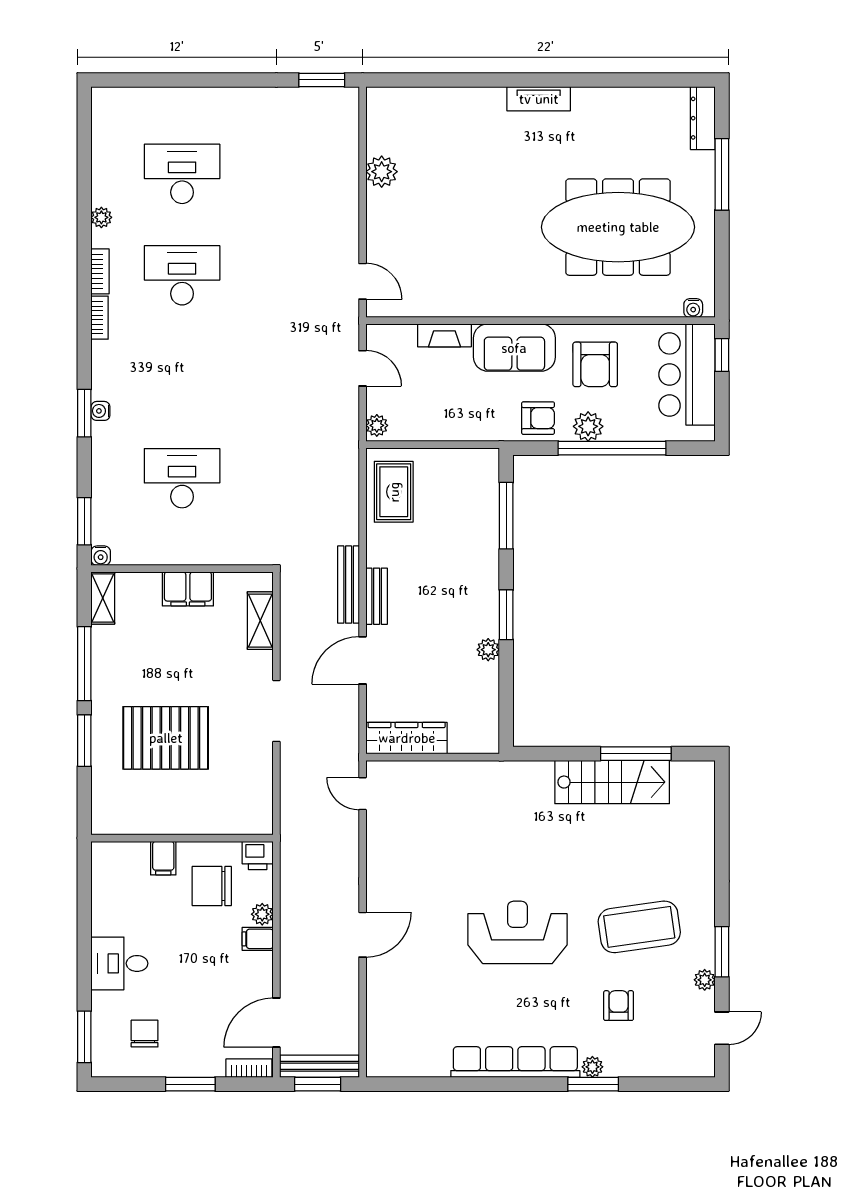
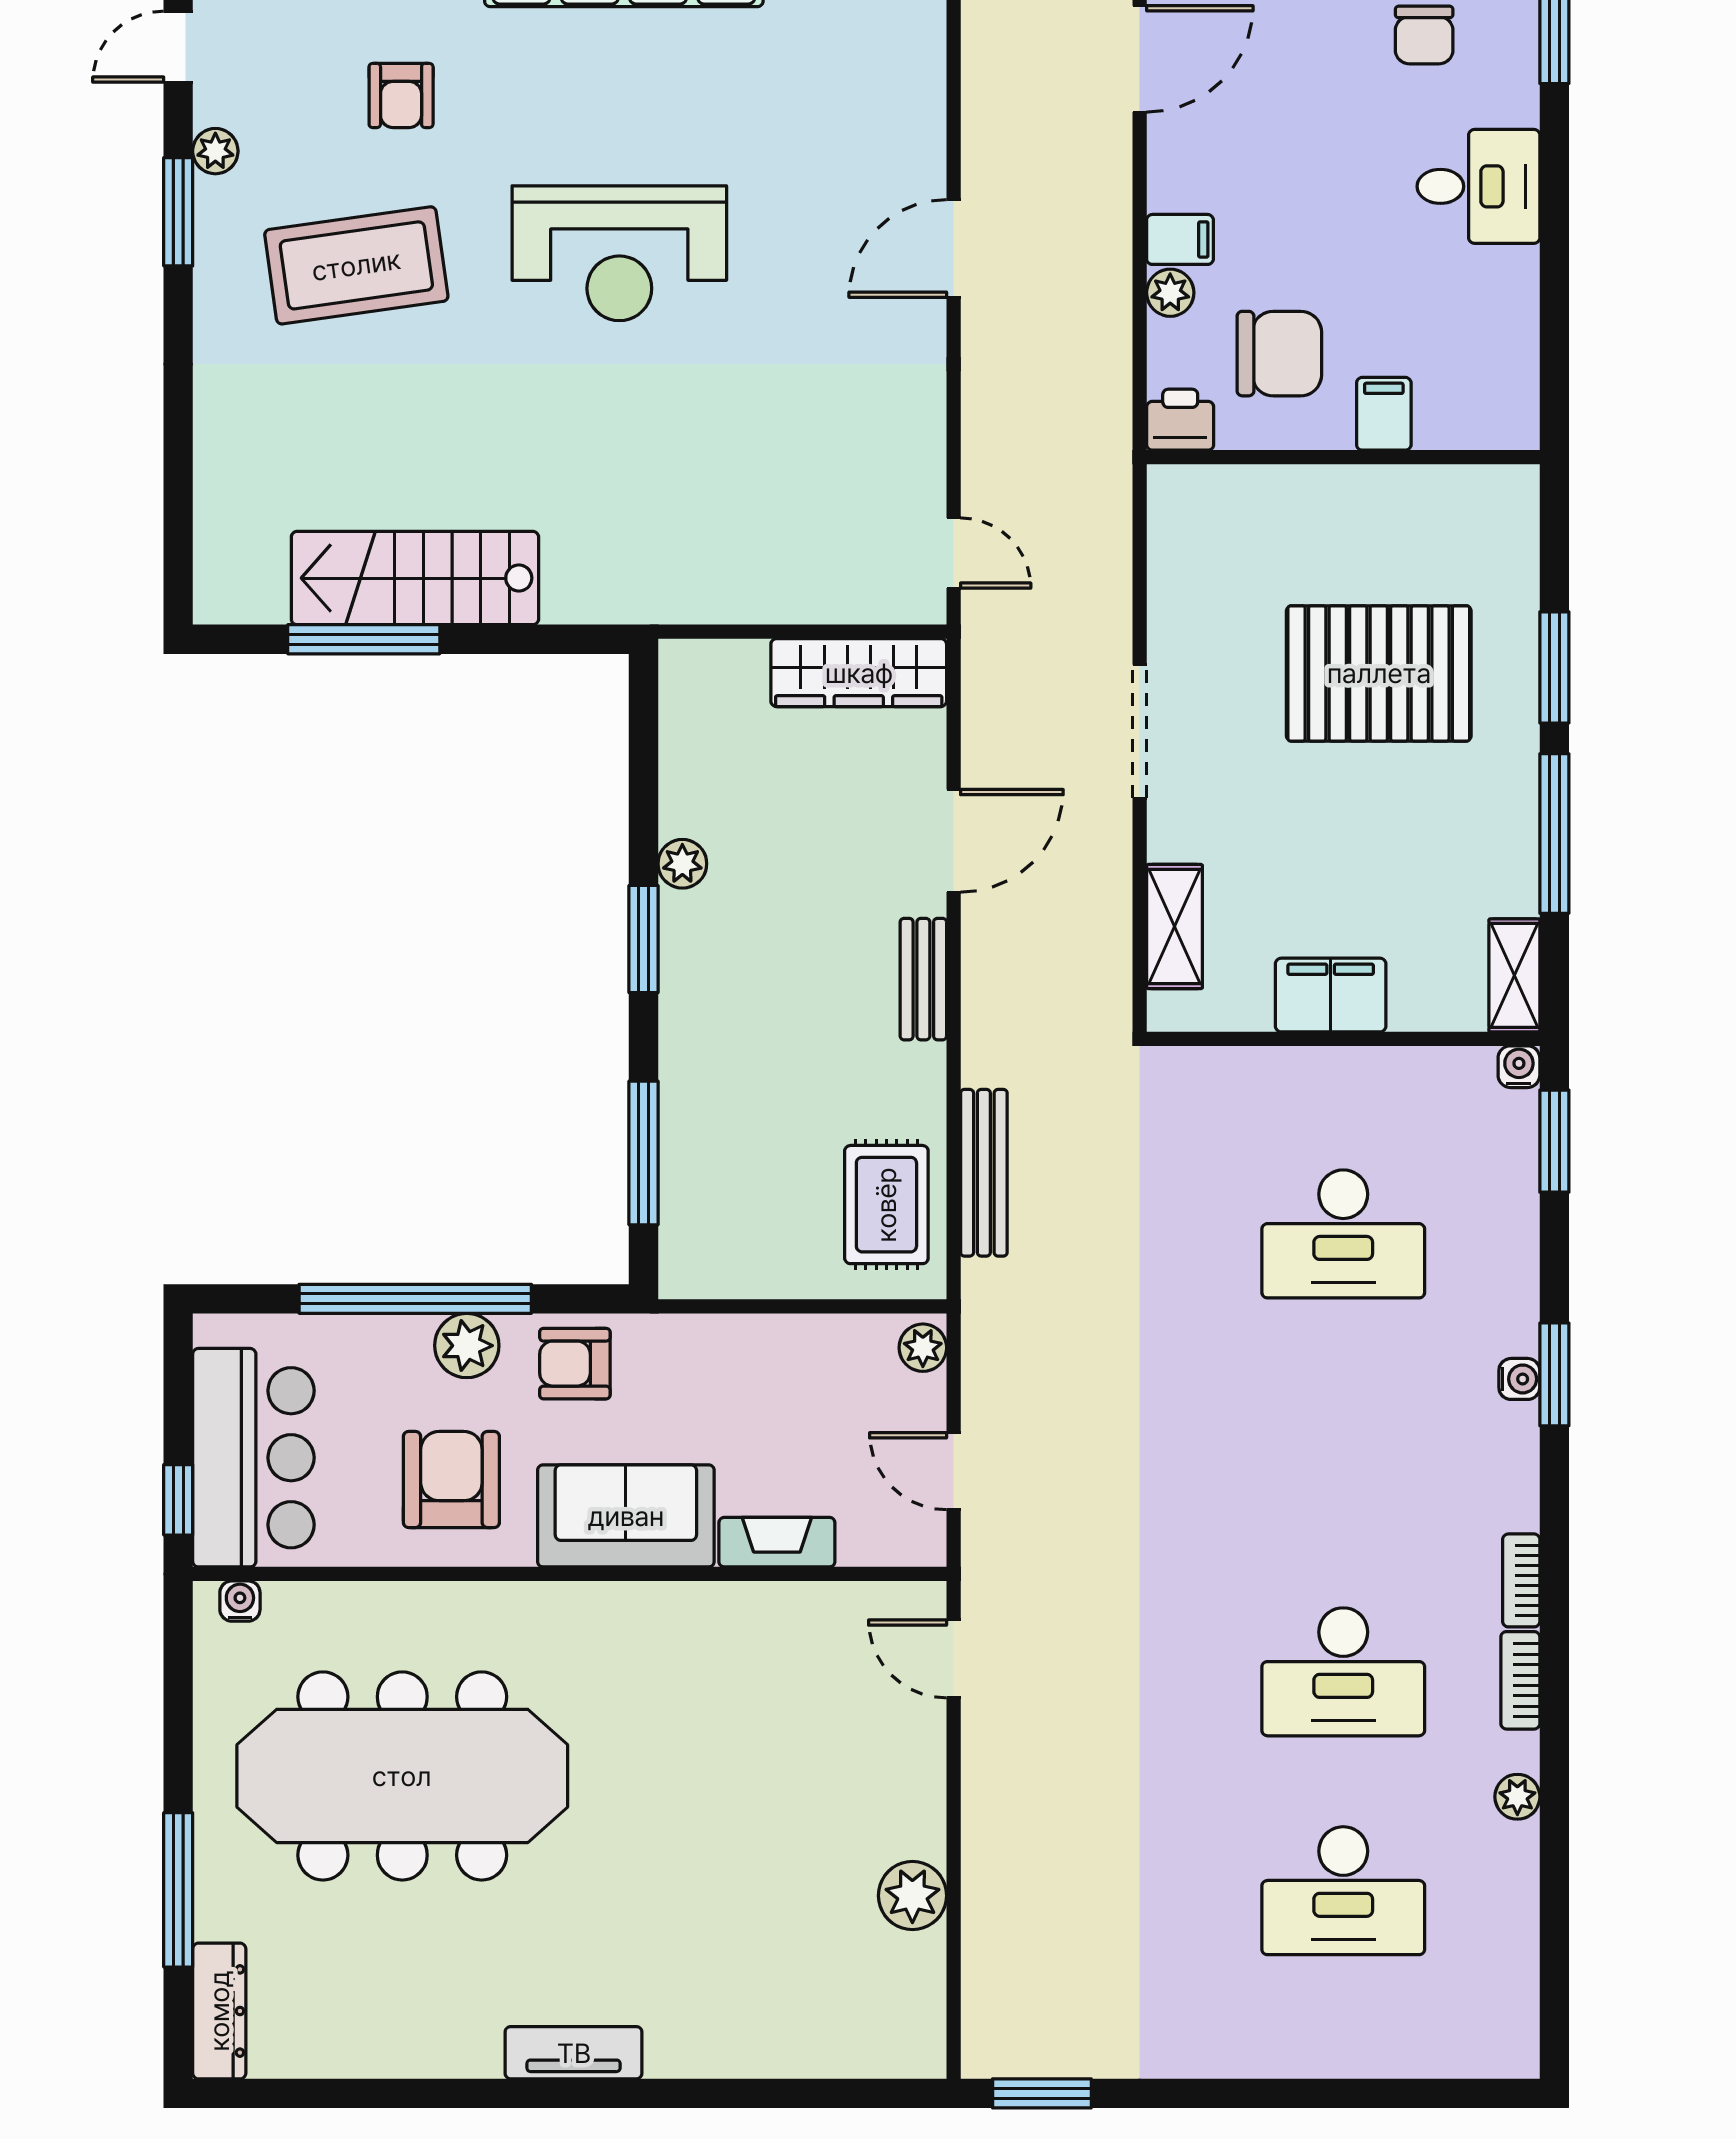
bench: (349, 585) -> (984, 1173), moved

